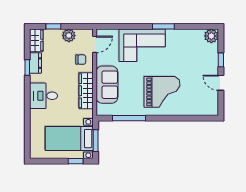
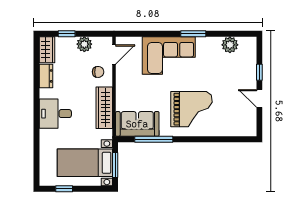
plant: (211, 36) -> (230, 45), moved
window: (27, 67) -> (37, 81), removed
sofa: (107, 85) -> (137, 124), moved, turned -90
window: (76, 161) -> (64, 189), moved

